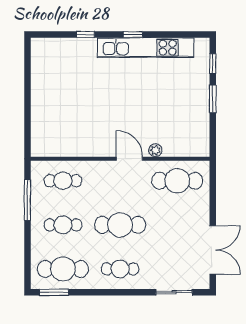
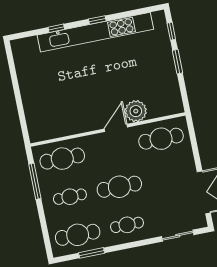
kitchen unit: (146, 48) -> (95, 32), width x1.36
plant: (155, 150) -> (136, 111), width x1.87, depth x1.87
door: (129, 159) -> (116, 128), hinge flipped
cafe table: (63, 181) -> (62, 159), width x1.37, depth x1.35
window: (54, 292) -> (92, 253), moved

